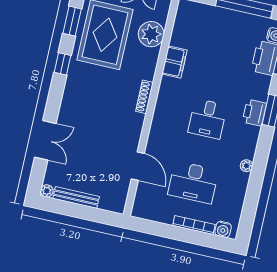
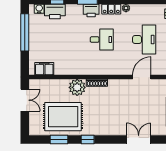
plant: (151, 34) -> (77, 87), moved
filing cabinet: (174, 62) -> (44, 69), moved
locker: (250, 143) -> (111, 9), added

